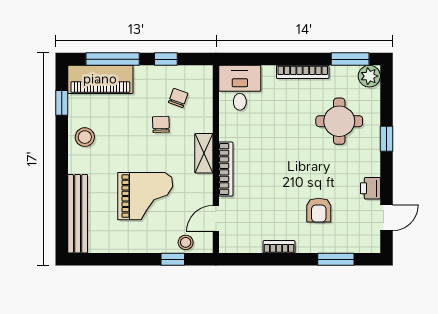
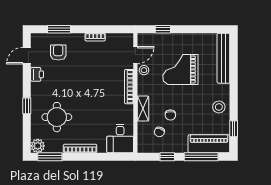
shelving: (204, 153) -> (143, 109), moved
armchair: (319, 210) -> (58, 52), moved
stool: (186, 242) -> (144, 70), moved

